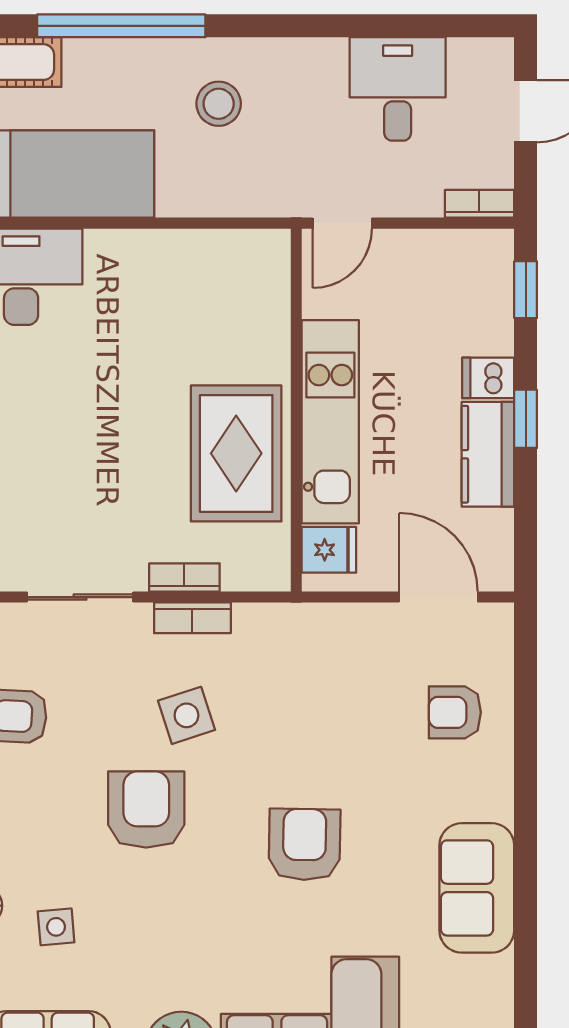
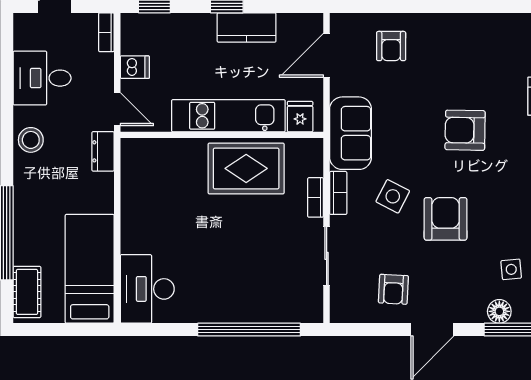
stool: (219, 104) -> (31, 140), moved
dresser: (267, 198) -> (103, 151), added
dishwasher: (488, 378) -> (135, 67), moved, turned -90
side table: (186, 715) -> (393, 196), turned 45
armchair: (146, 810) -> (446, 219), turned 90
sofa: (477, 888) -> (351, 133), moved, turned -90

